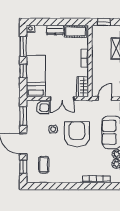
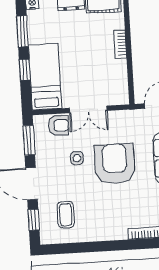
wardrobe: (82, 87) -> (119, 89), removed

